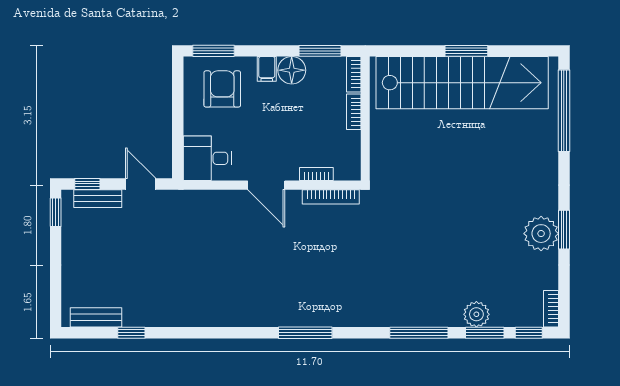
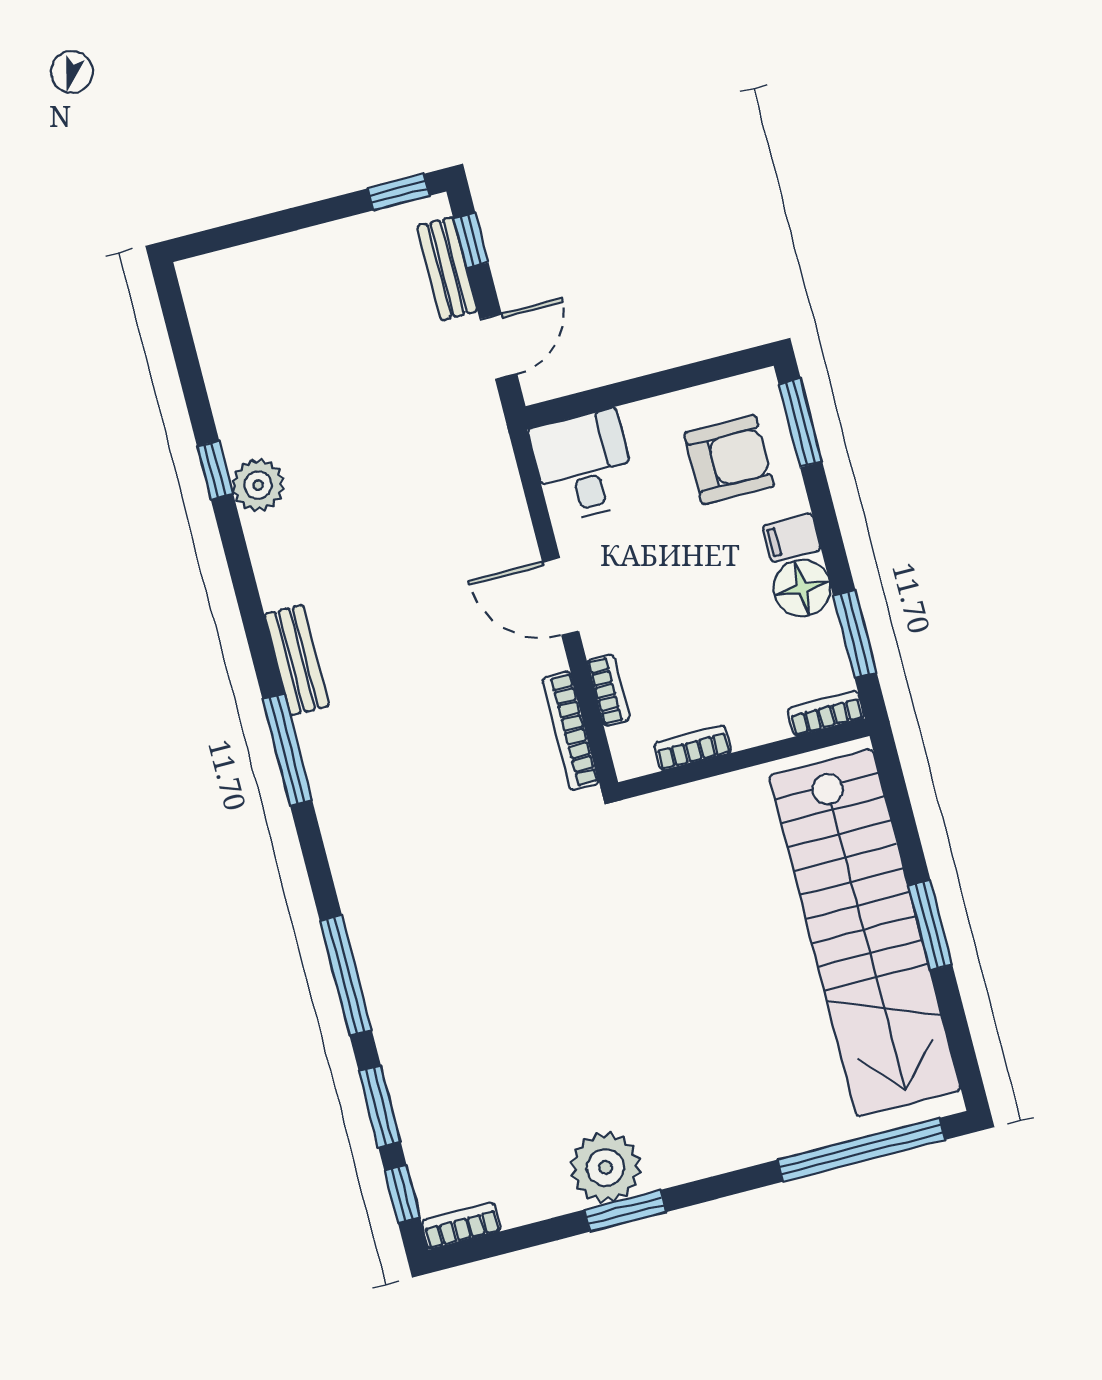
bookcase: (354, 112) -> (693, 748), moved
door: (266, 185) -> (561, 596), hinge flipped
plant: (476, 314) -> (258, 485), moved
bench: (96, 317) -> (297, 660), moved
window: (131, 333) -> (215, 470), moved

